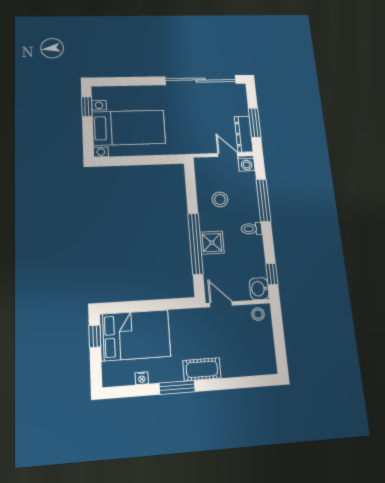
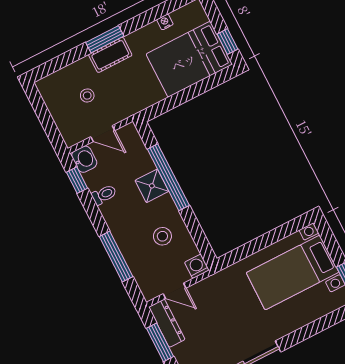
washing machine: (246, 163) -> (197, 266), moved
toilet: (252, 229) -> (104, 195), moved
door: (221, 304) -> (103, 134), moved
stool: (258, 314) -> (87, 96), moved
window: (177, 387) -> (105, 39), moved

